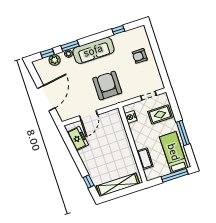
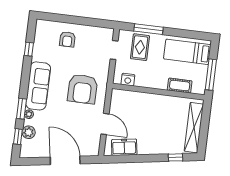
armchair: (107, 86) -> (82, 89), turned -90
window: (183, 133) -> (149, 29), moved
window: (175, 175) -> (211, 75), moved

